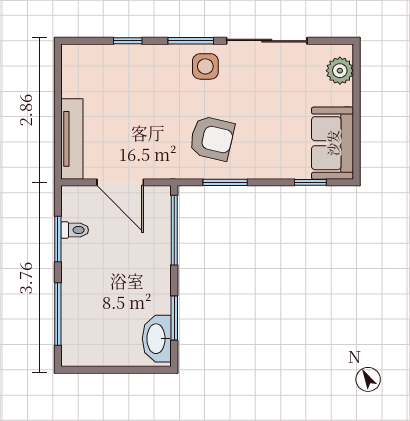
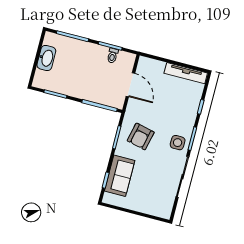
plant: (340, 71) -> (158, 210), removed
tv unit: (72, 139) -> (186, 73), moved
sofa: (333, 143) -> (120, 176), moved, turned 90
door: (120, 182) -> (130, 85), swing flipped
washbasin: (157, 339) -> (46, 58), moved, turned 90

